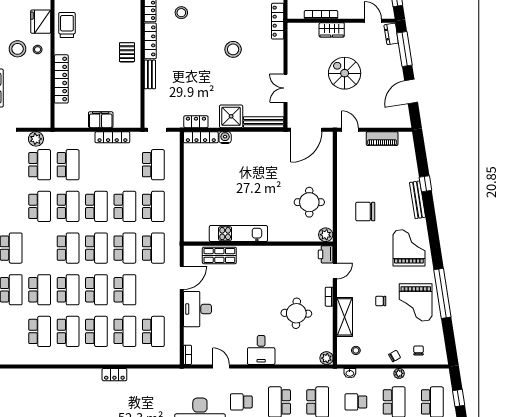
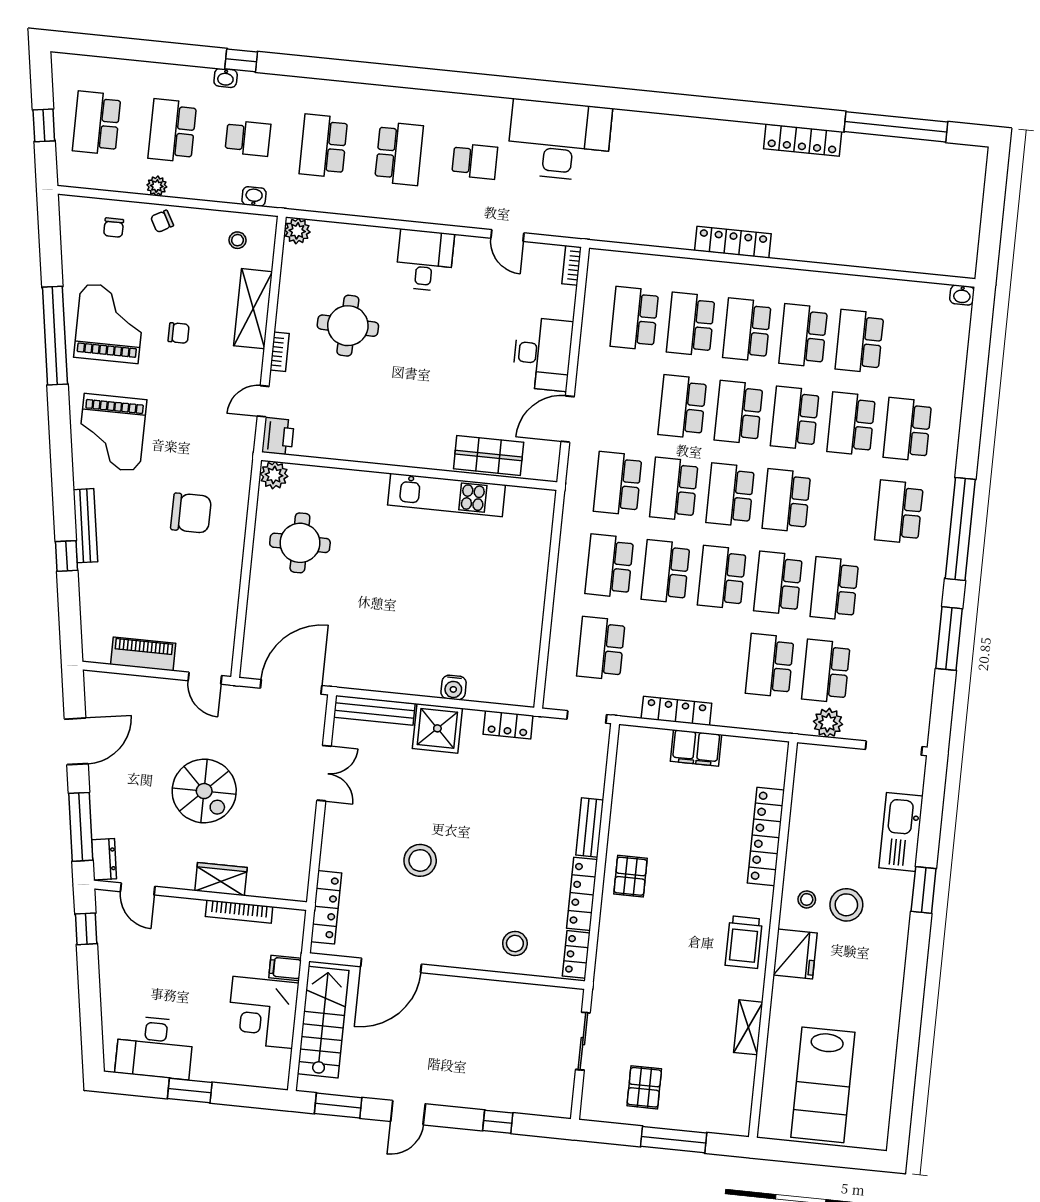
locker: (201, 137) -> (502, 693), removed
locker: (114, 375) -> (733, 242), width x1.53

